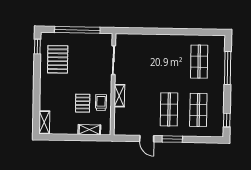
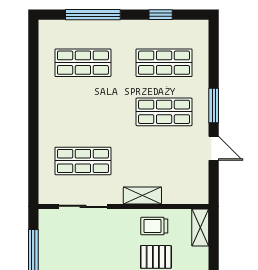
shop shelf: (141, 61) -> (83, 161), added
window: (227, 120) -> (161, 15), moved
shelving: (89, 130) -> (200, 227), moved
door: (147, 139) -> (214, 148), hinge flipped

